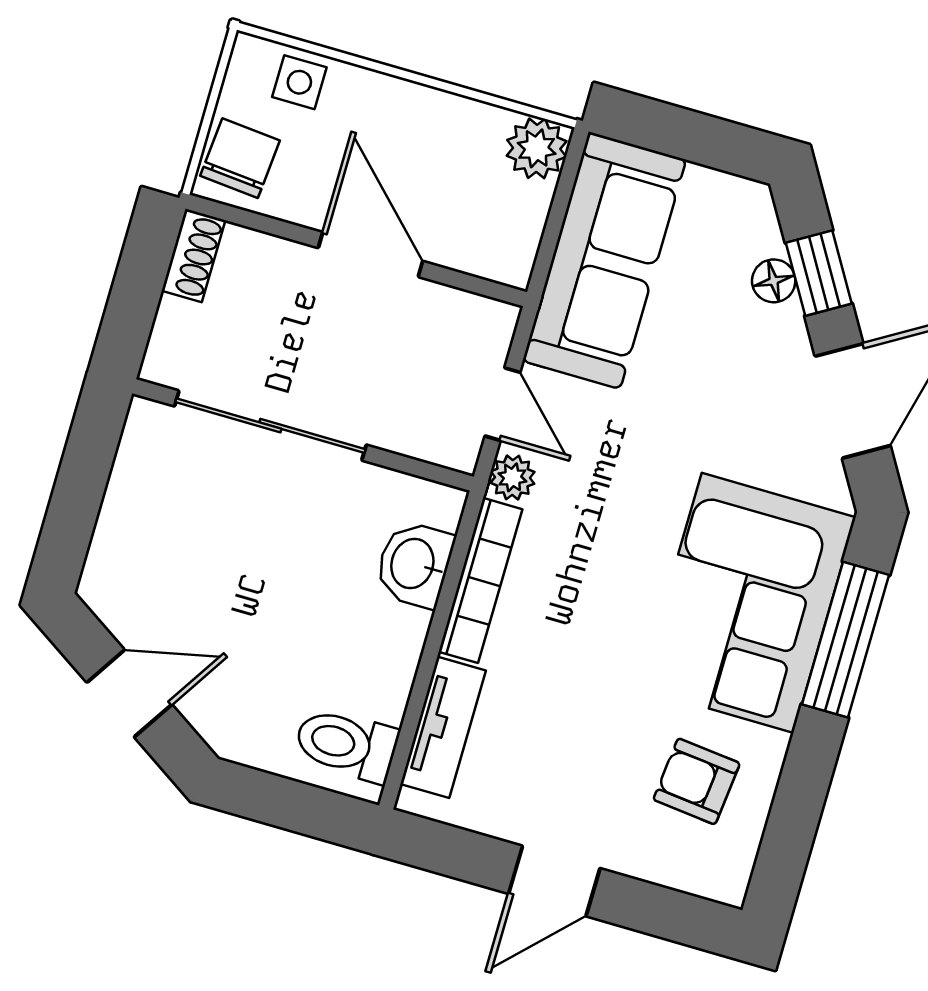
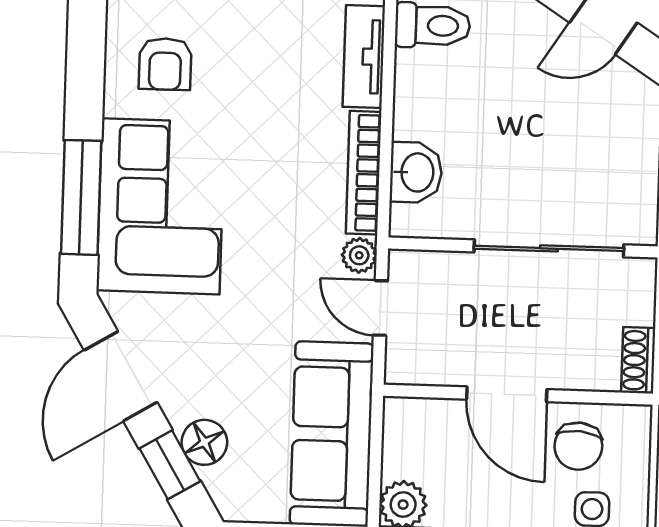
chair: (240, 158) -> (578, 446), moved
floor lamp: (774, 281) -> (204, 442), width x1.37, depth x1.37
armchair: (697, 781) -> (165, 64), turned 84

